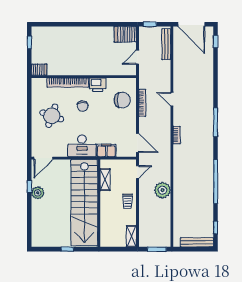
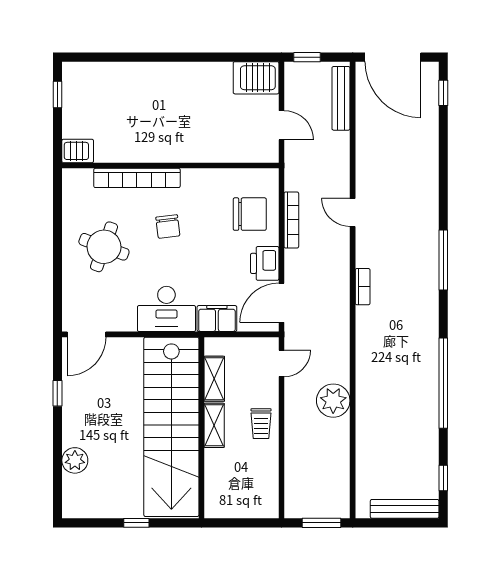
door: (137, 57) -> (281, 125), swing flipped
printer: (98, 85) -> (265, 263), moved, turned 90
door: (137, 143) -> (281, 303), swing flipped
plant: (38, 193) -> (75, 460), moved
shelving: (131, 236) -> (214, 425), moved

